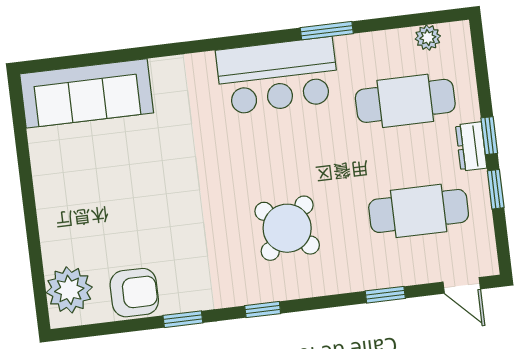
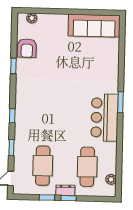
window: (327, 31) -> (121, 102), moved
sofa: (87, 93) -> (94, 26), moved, turned -90
round table: (287, 228) -> (44, 112), removed
plant: (69, 290) -> (32, 18), width x0.53, depth x0.53
window: (263, 310) -> (12, 116), moved

